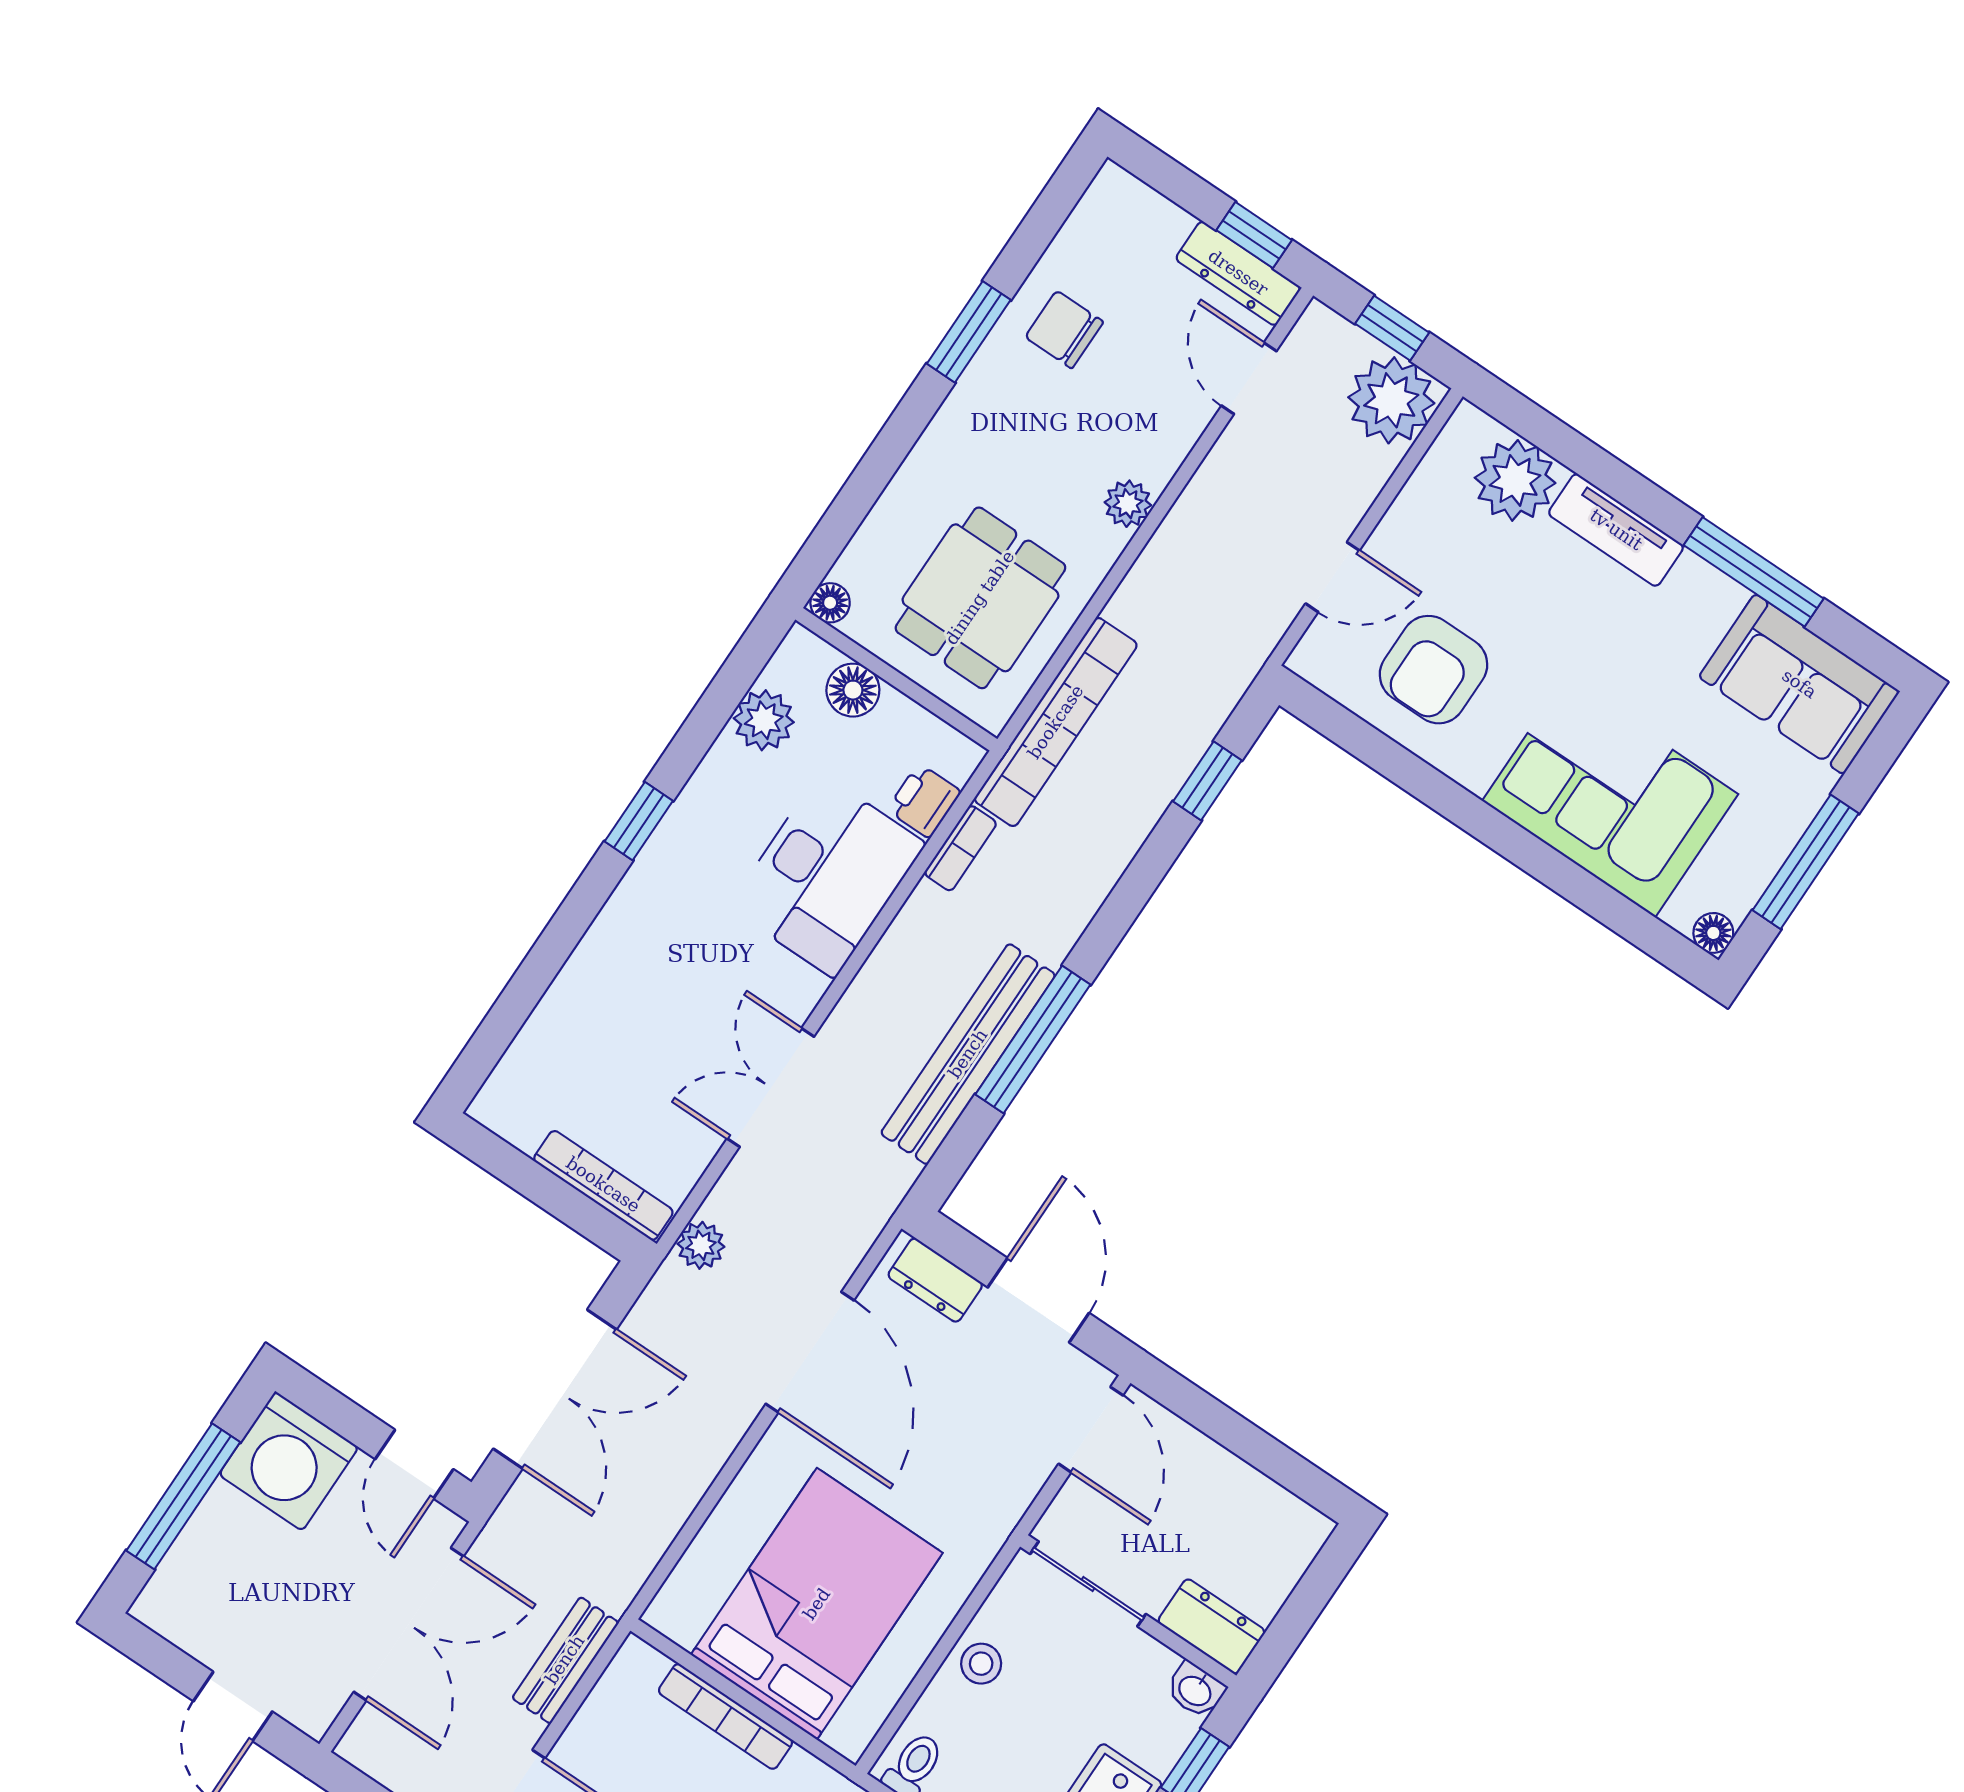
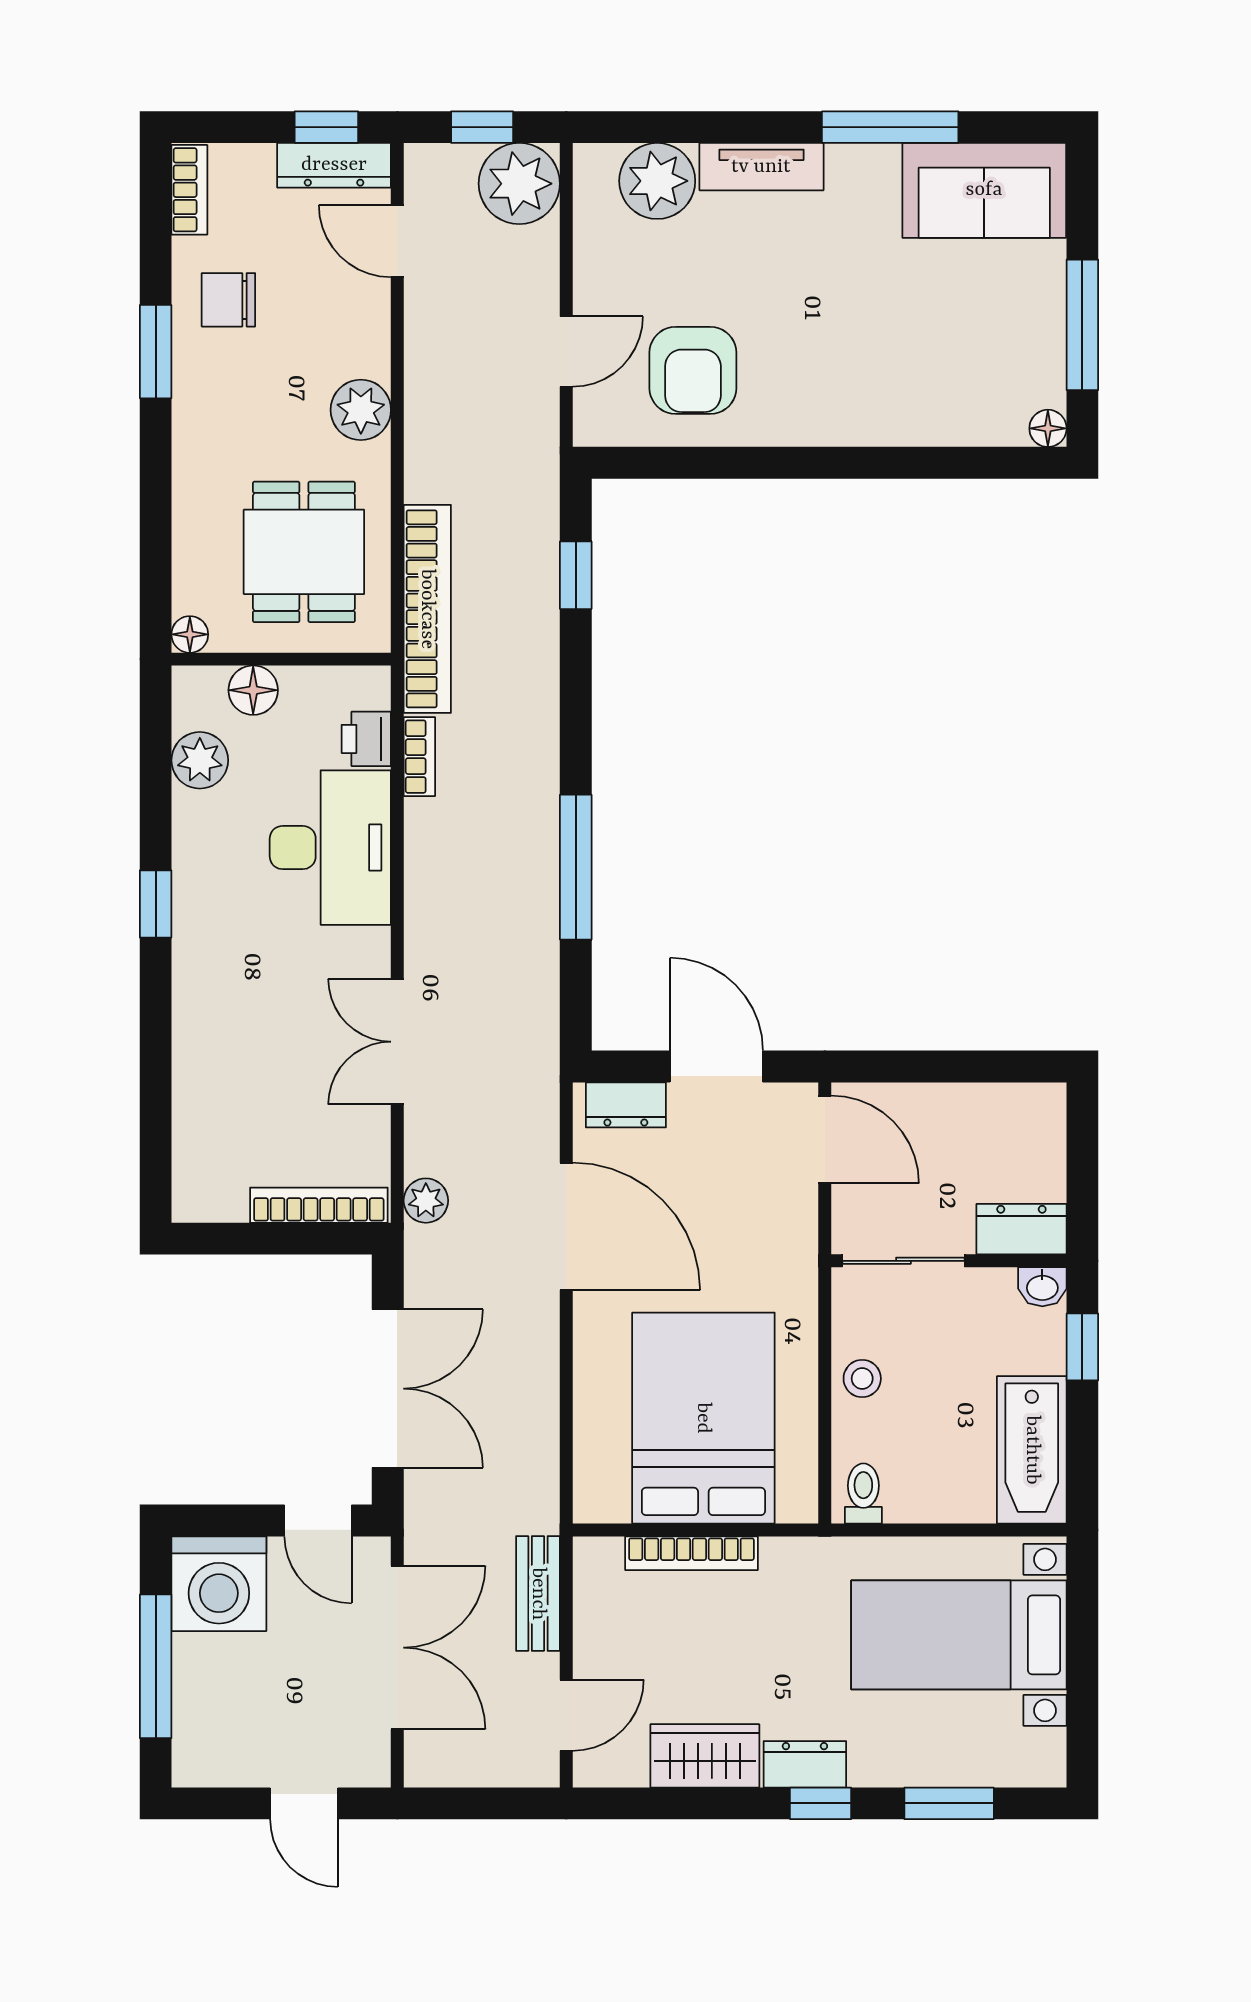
bookcase: (1095, 209) -> (189, 190), added
plant: (1128, 504) -> (361, 410), width x1.38, depth x1.38
corner sofa: (1610, 797) -> (897, 377), removed
bench: (968, 1054) -> (533, 912), removed

